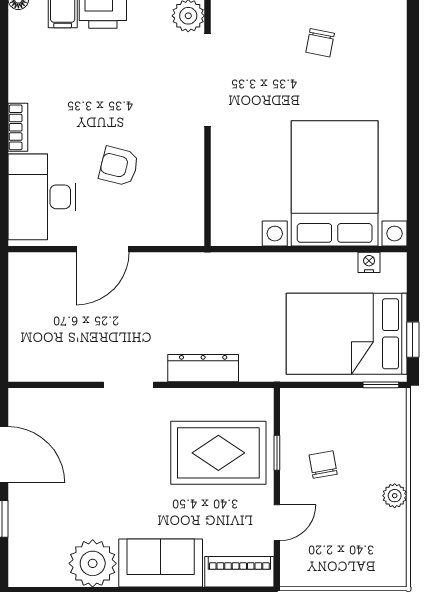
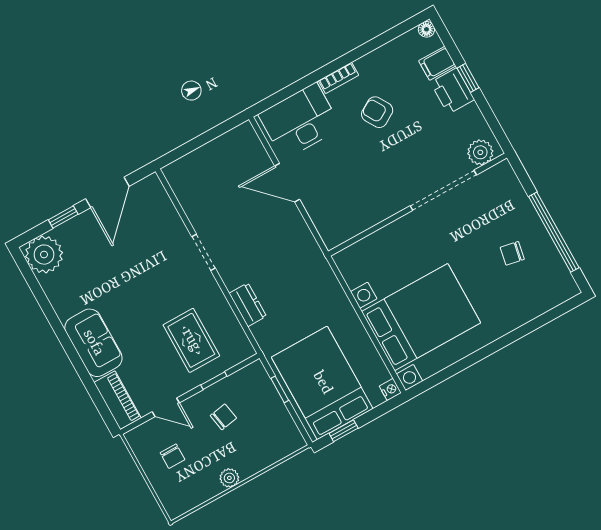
armchair: (119, 166) -> (377, 112), moved, turned -45
nightstand: (369, 262) -> (390, 390), moved
dresser: (203, 368) -> (248, 305), width x0.70
window: (381, 385) -> (280, 389), moved
rug: (218, 453) -> (191, 340), width x0.73, depth x0.70
chair: (335, 545) -> (173, 456), added
plant: (93, 563) -> (44, 255), moved

